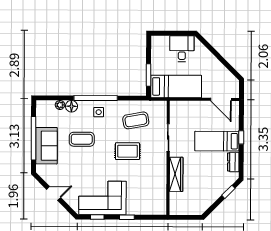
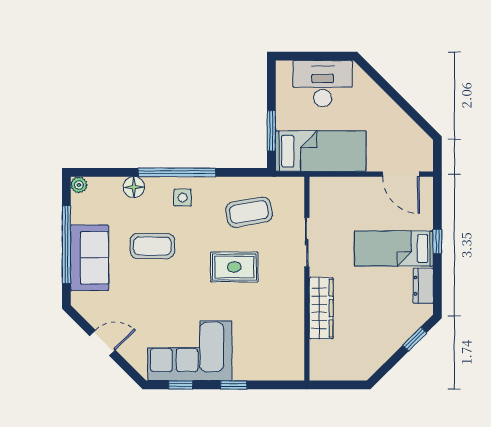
desk: (182, 49) -> (323, 84), width x1.37
plant: (60, 105) -> (79, 185), moved

